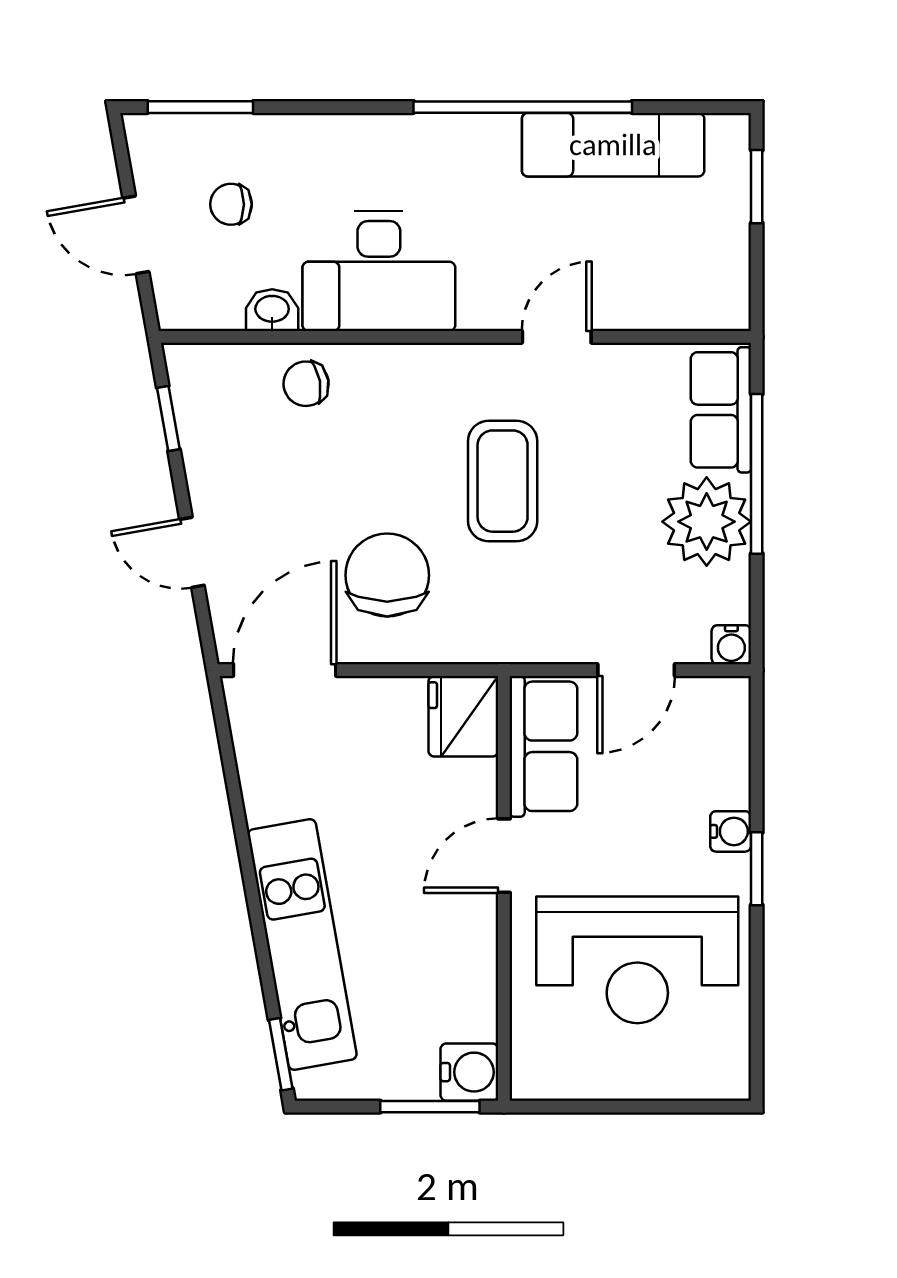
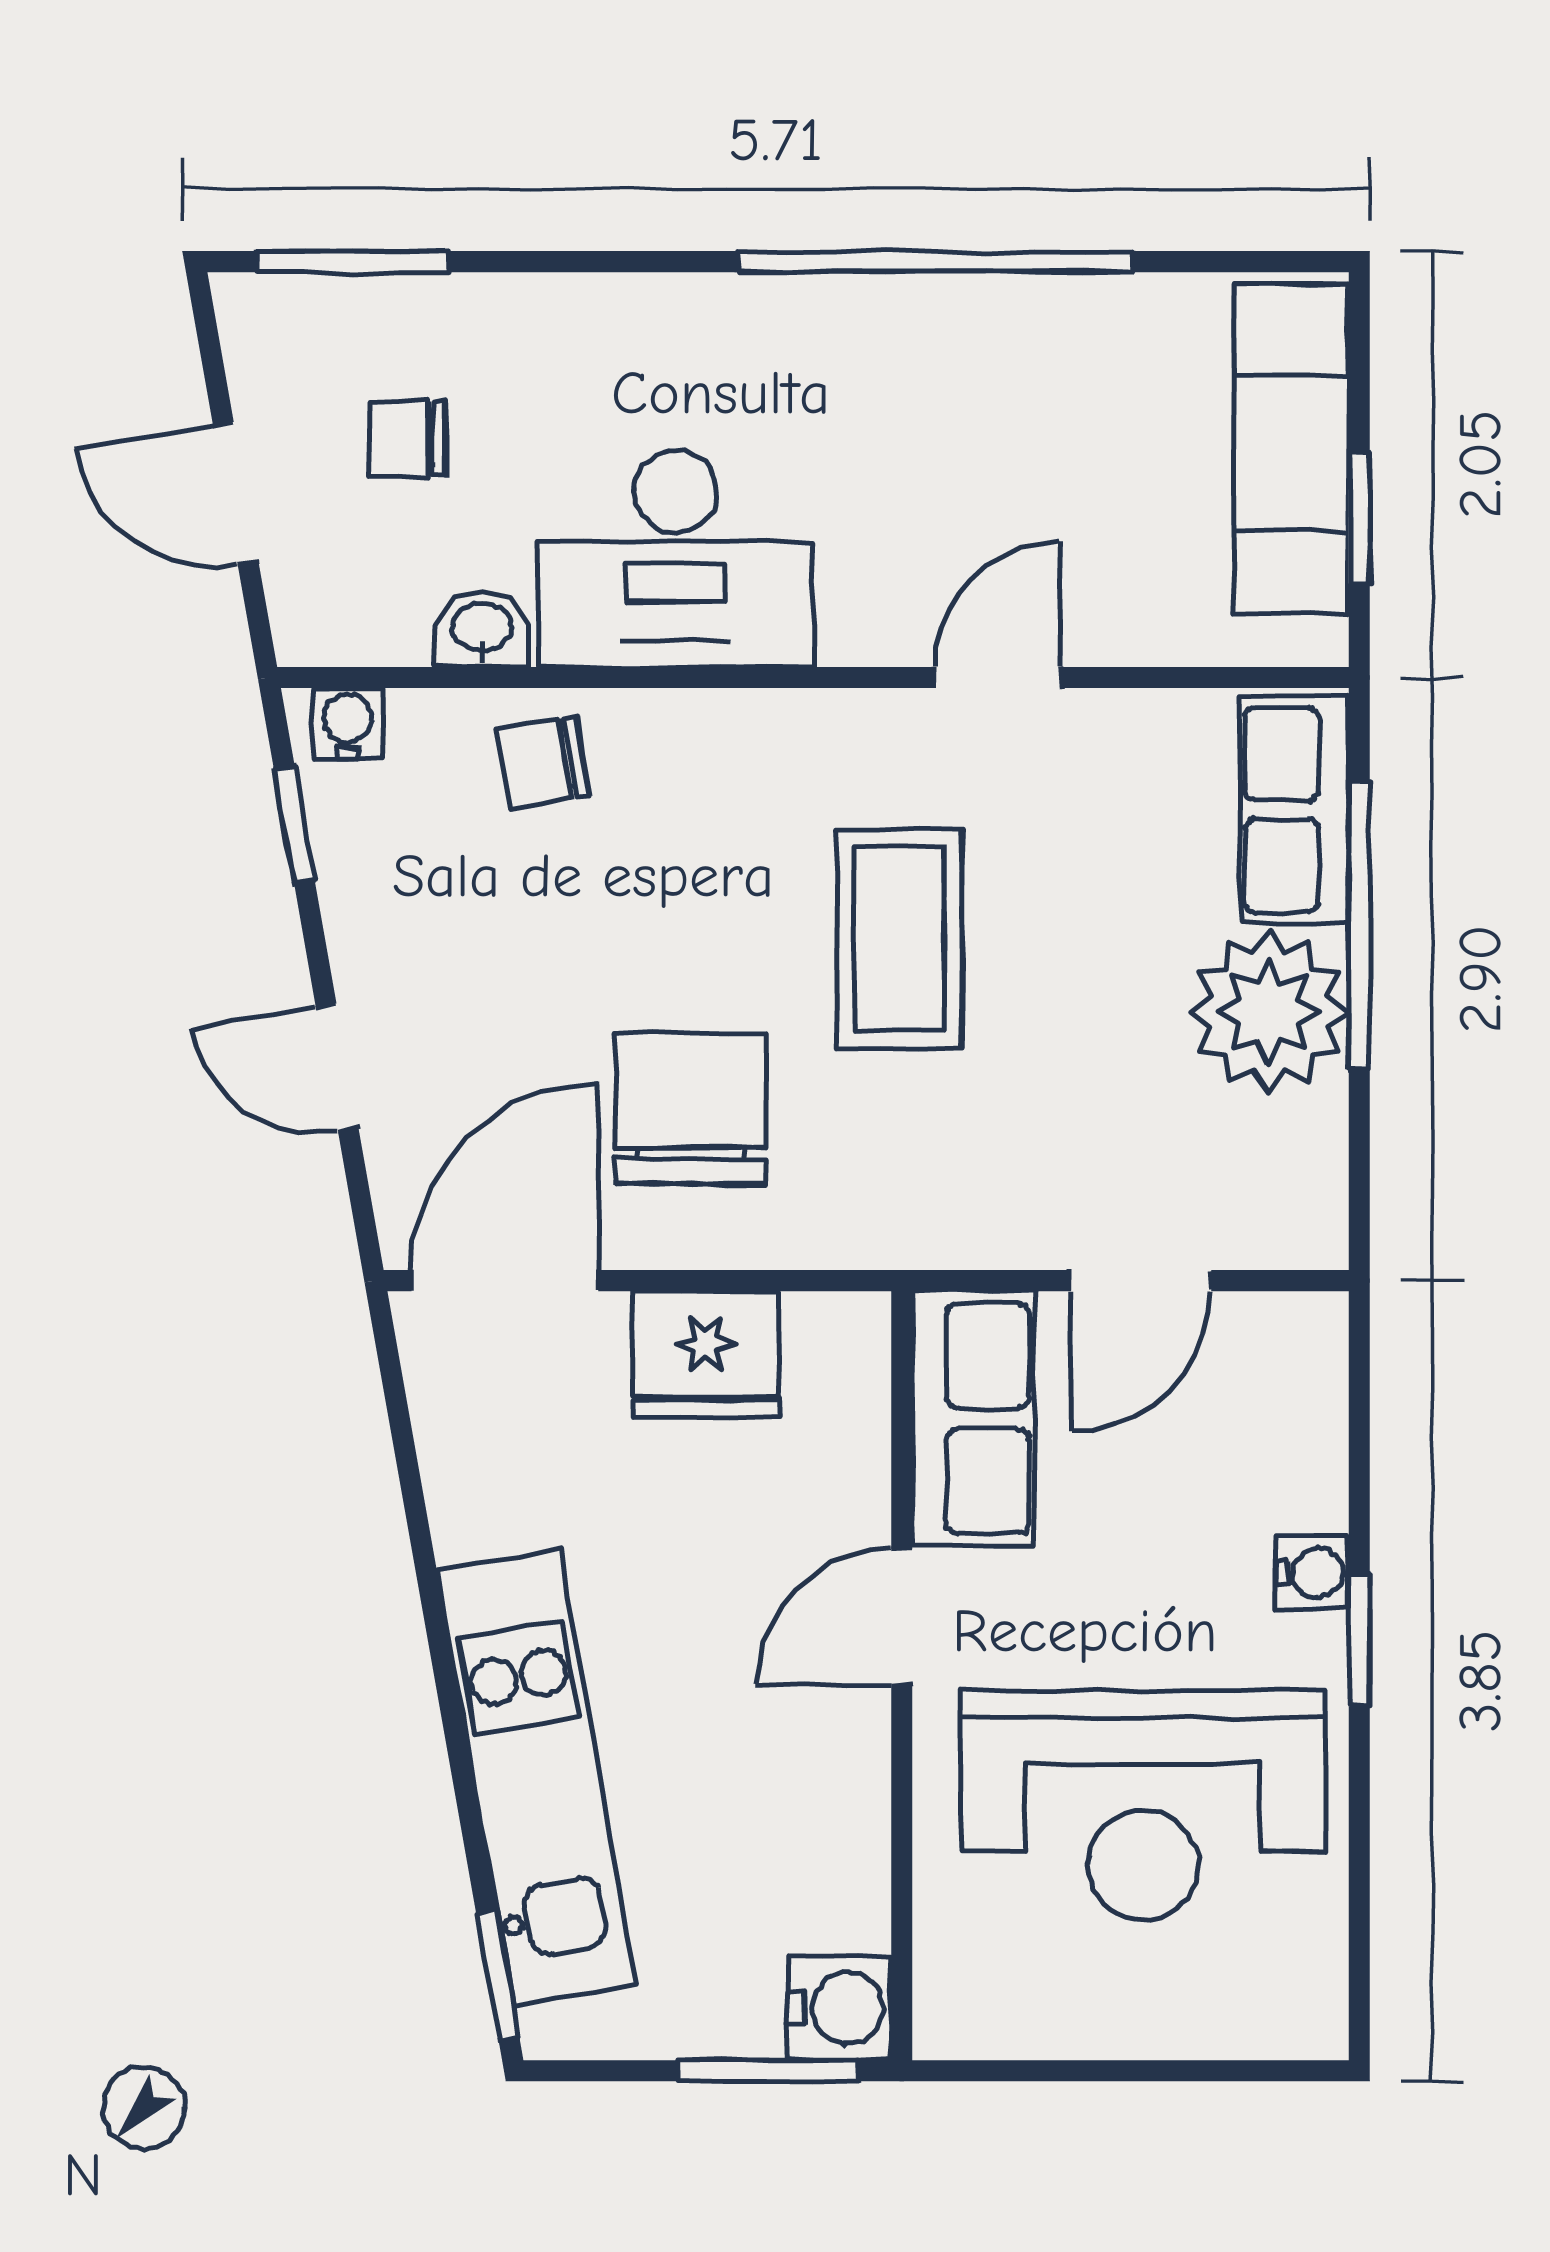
exam couch: (613, 145) -> (1291, 449), moved, turned 90
window: (757, 187) -> (1359, 518), moved
water cooler: (731, 645) -> (348, 723), moved, turned 180
fridge: (463, 716) -> (705, 1354), moved, turned -90

